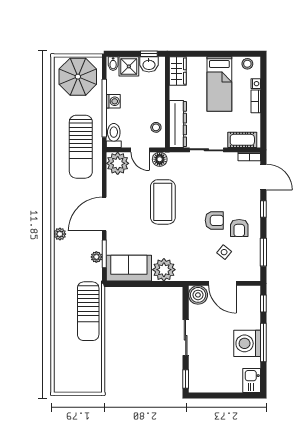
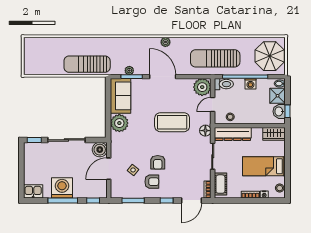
floor lamp: (160, 159) -> (205, 131), moved
armchair: (239, 228) -> (152, 182), turned 180
plant: (60, 234) -> (165, 42), moved
sliding door: (186, 338) -> (66, 140), width x1.37

